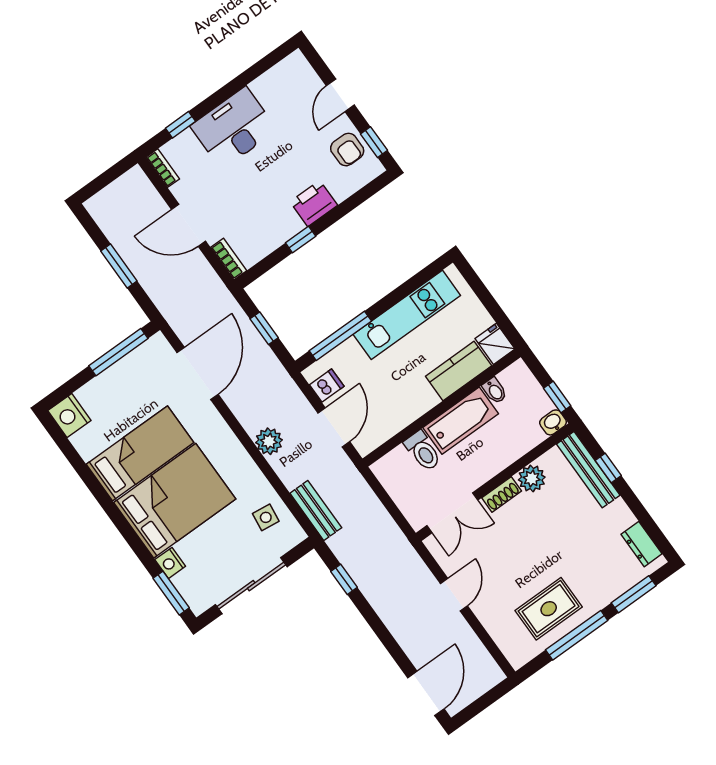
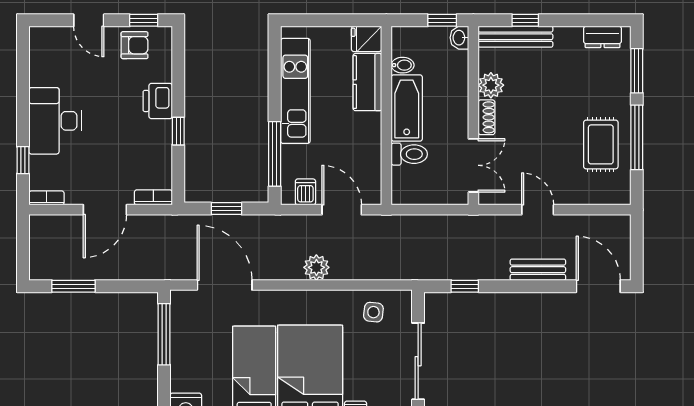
window: (119, 266) -> (73, 286), moved
bench: (316, 510) -> (538, 270), moved

